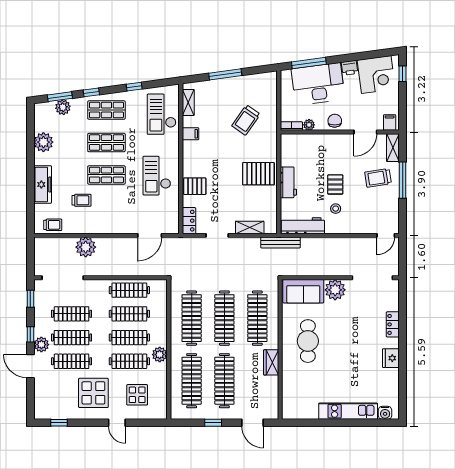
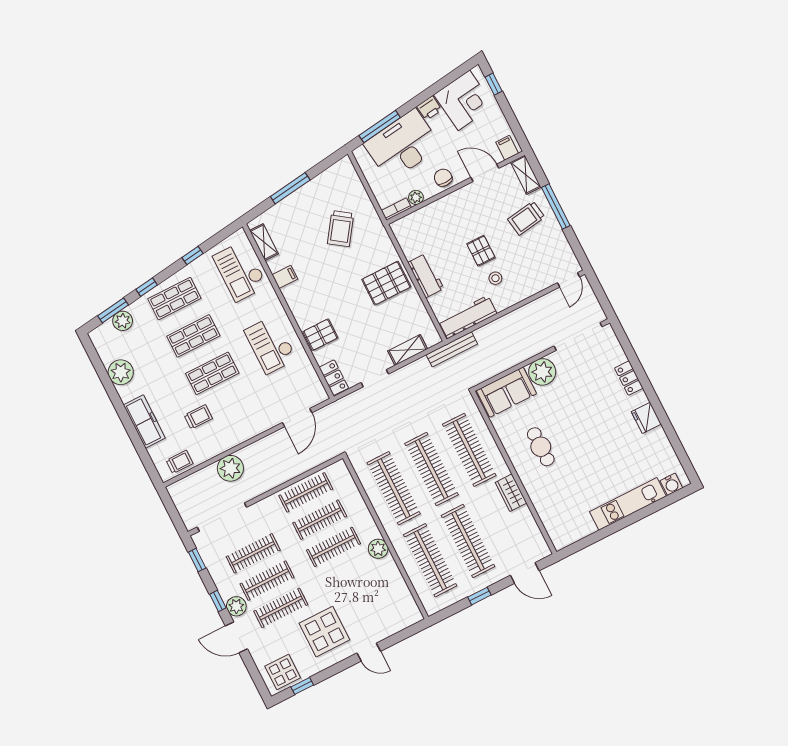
door: (365, 132) -> (485, 173), swing flipped
cafe table: (308, 341) -> (541, 447), width x0.73, depth x0.74
clothes rail: (129, 361) -> (347, 574), removed
display table: (137, 395) -> (283, 672), moved

